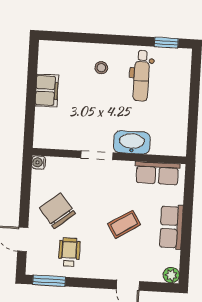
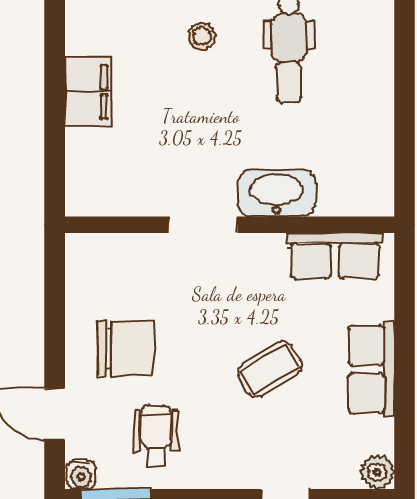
water cooler: (39, 162) -> (81, 475), moved, turned -90
chair: (57, 211) -> (126, 349), turned 129

